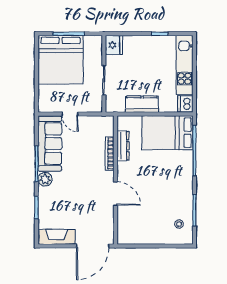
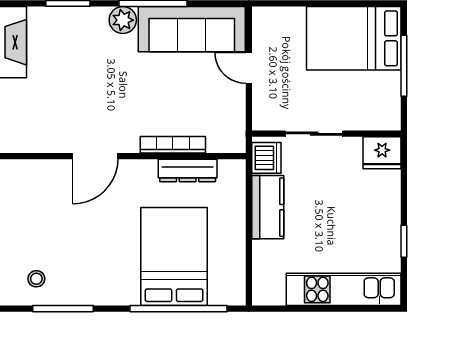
bed: (61, 60) -> (354, 38), width x0.73
dishwasher: (185, 104) -> (266, 158), moved, turned 90
door: (70, 114) -> (249, 68), hinge flipped
bed: (167, 133) -> (174, 256), moved

